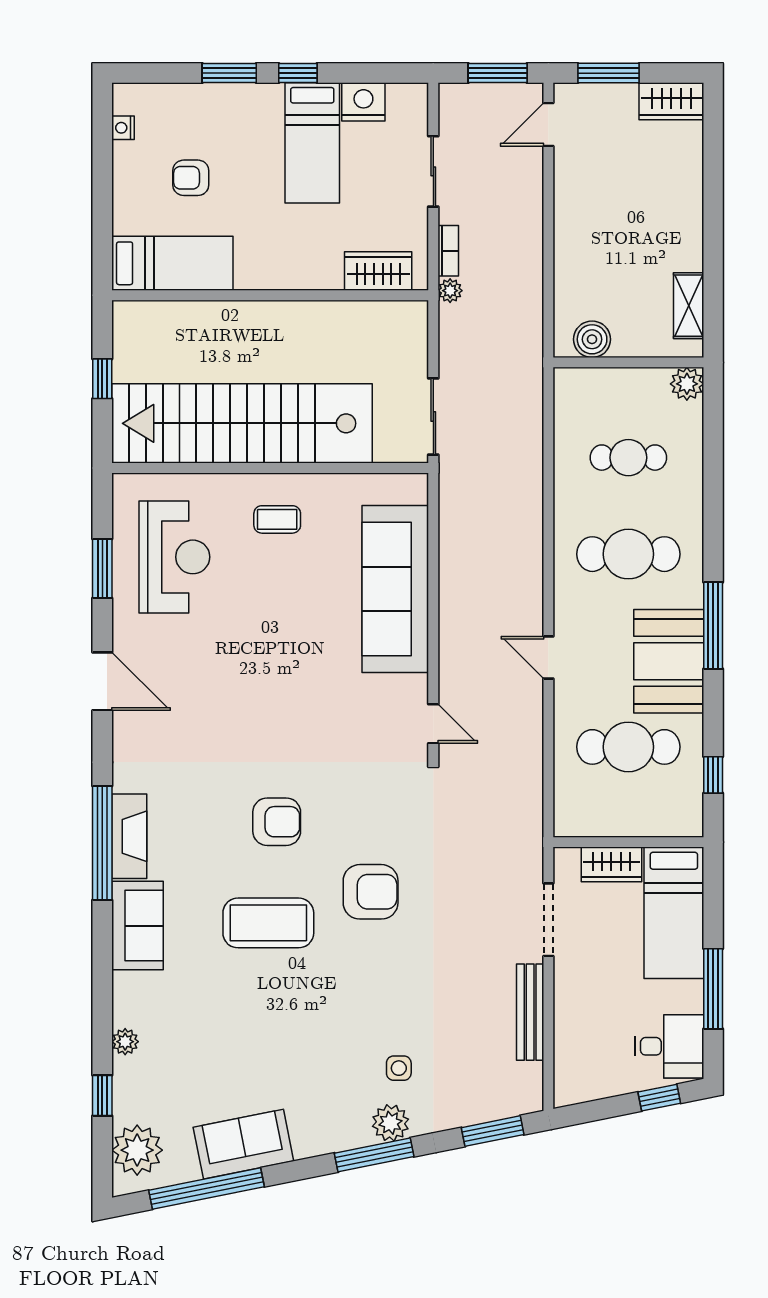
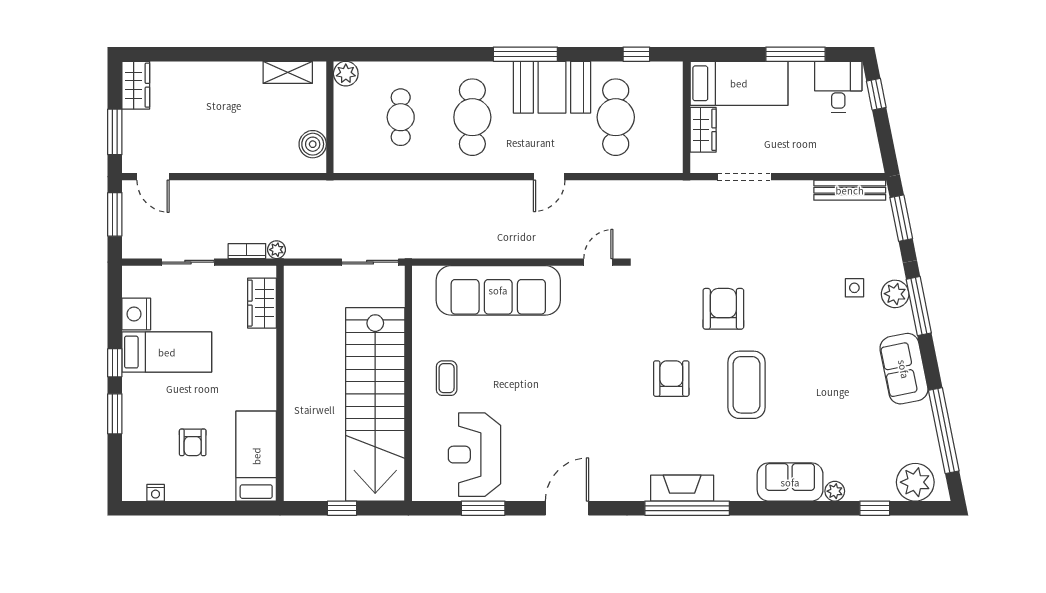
reception desk: (174, 557) -> (474, 455), turned -90
sofa: (138, 926) -> (790, 482), moved
bench: (530, 1012) -> (850, 190), moved
sofa: (243, 1144) -> (904, 369), moved

